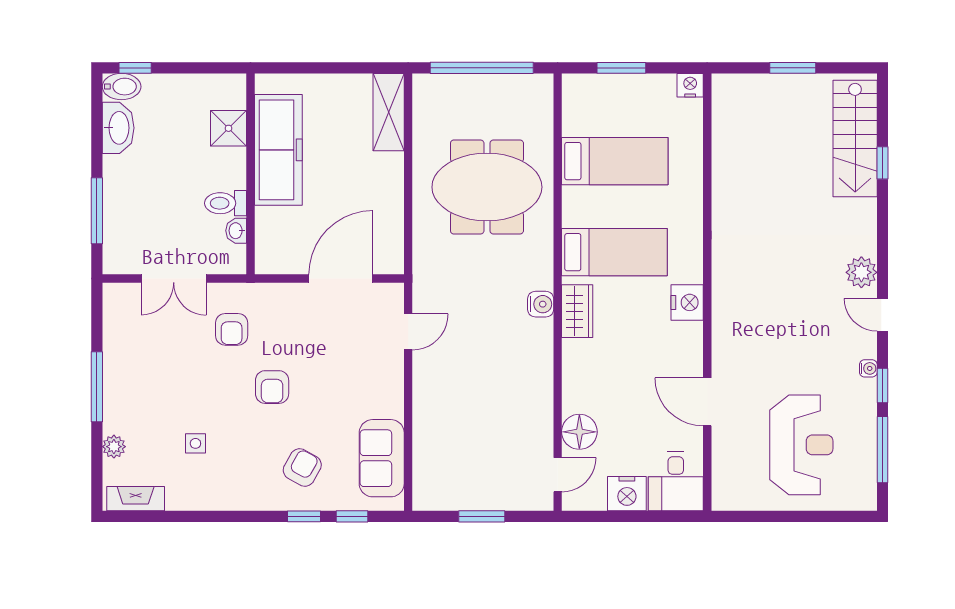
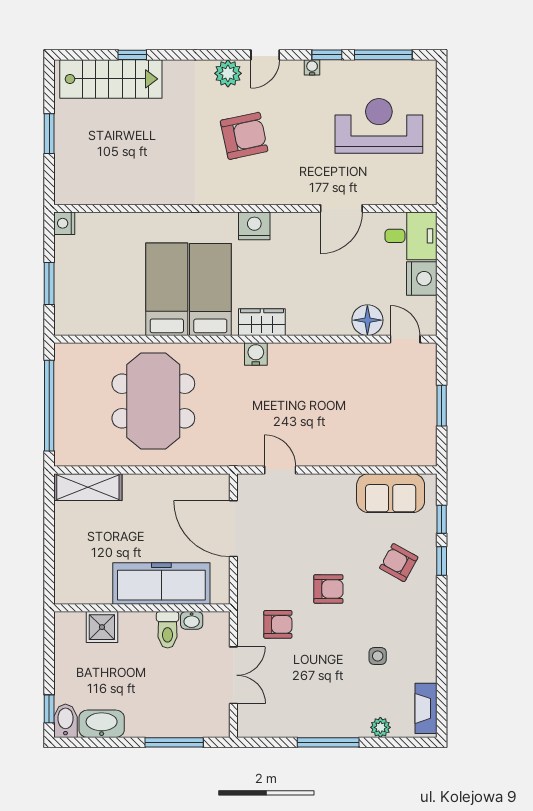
freezer: (278, 150) -> (161, 584), moved
bed: (615, 161) -> (167, 289), moved
armchair: (790, 291) -> (244, 136), added

